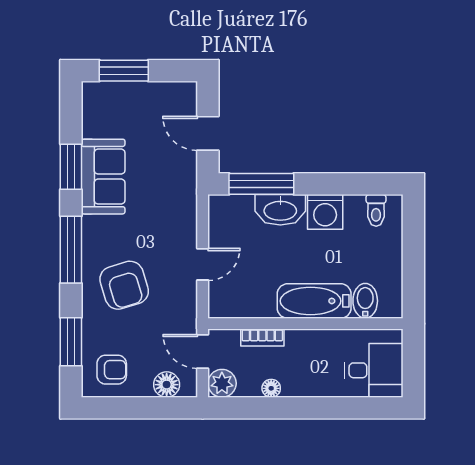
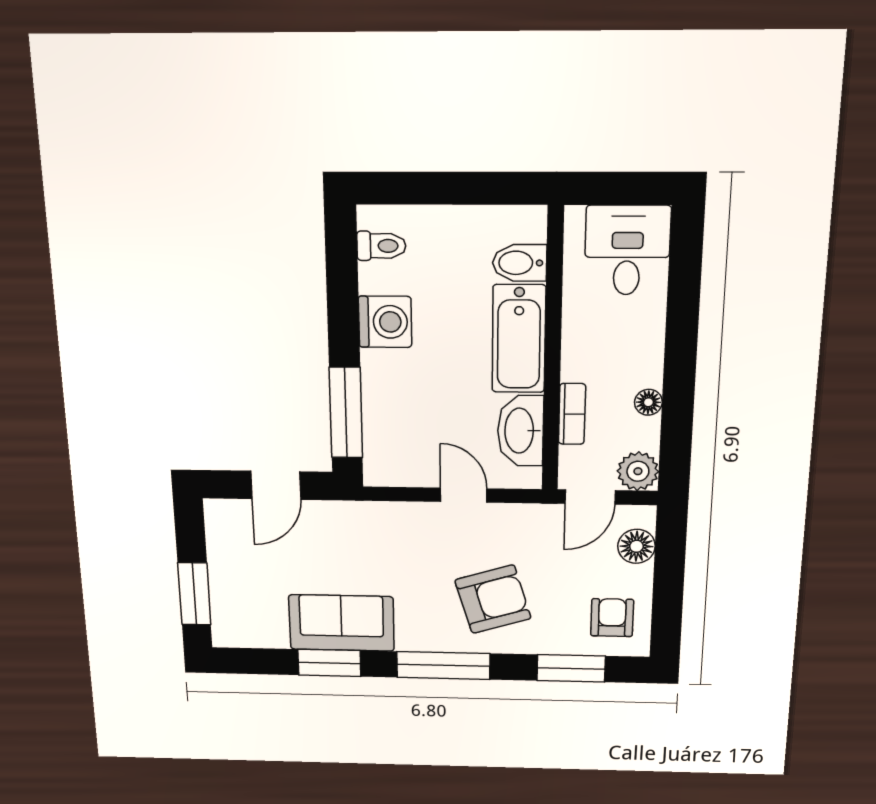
washbasin: (280, 210) -> (520, 431), moved, turned 180

